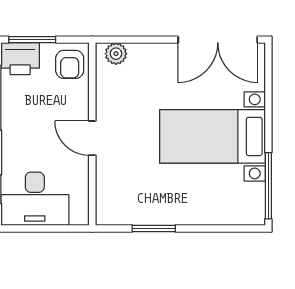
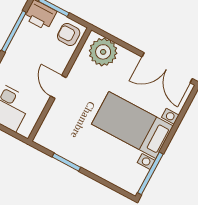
plant: (116, 54) -> (103, 52), width x1.88, depth x1.88
armchair: (70, 64) -> (69, 34), turned 90

